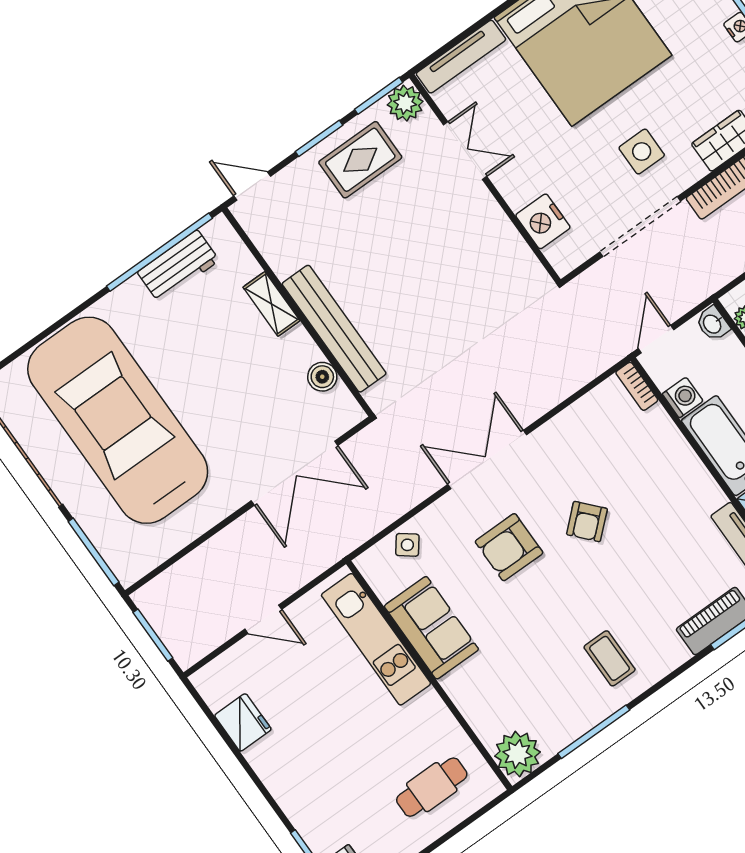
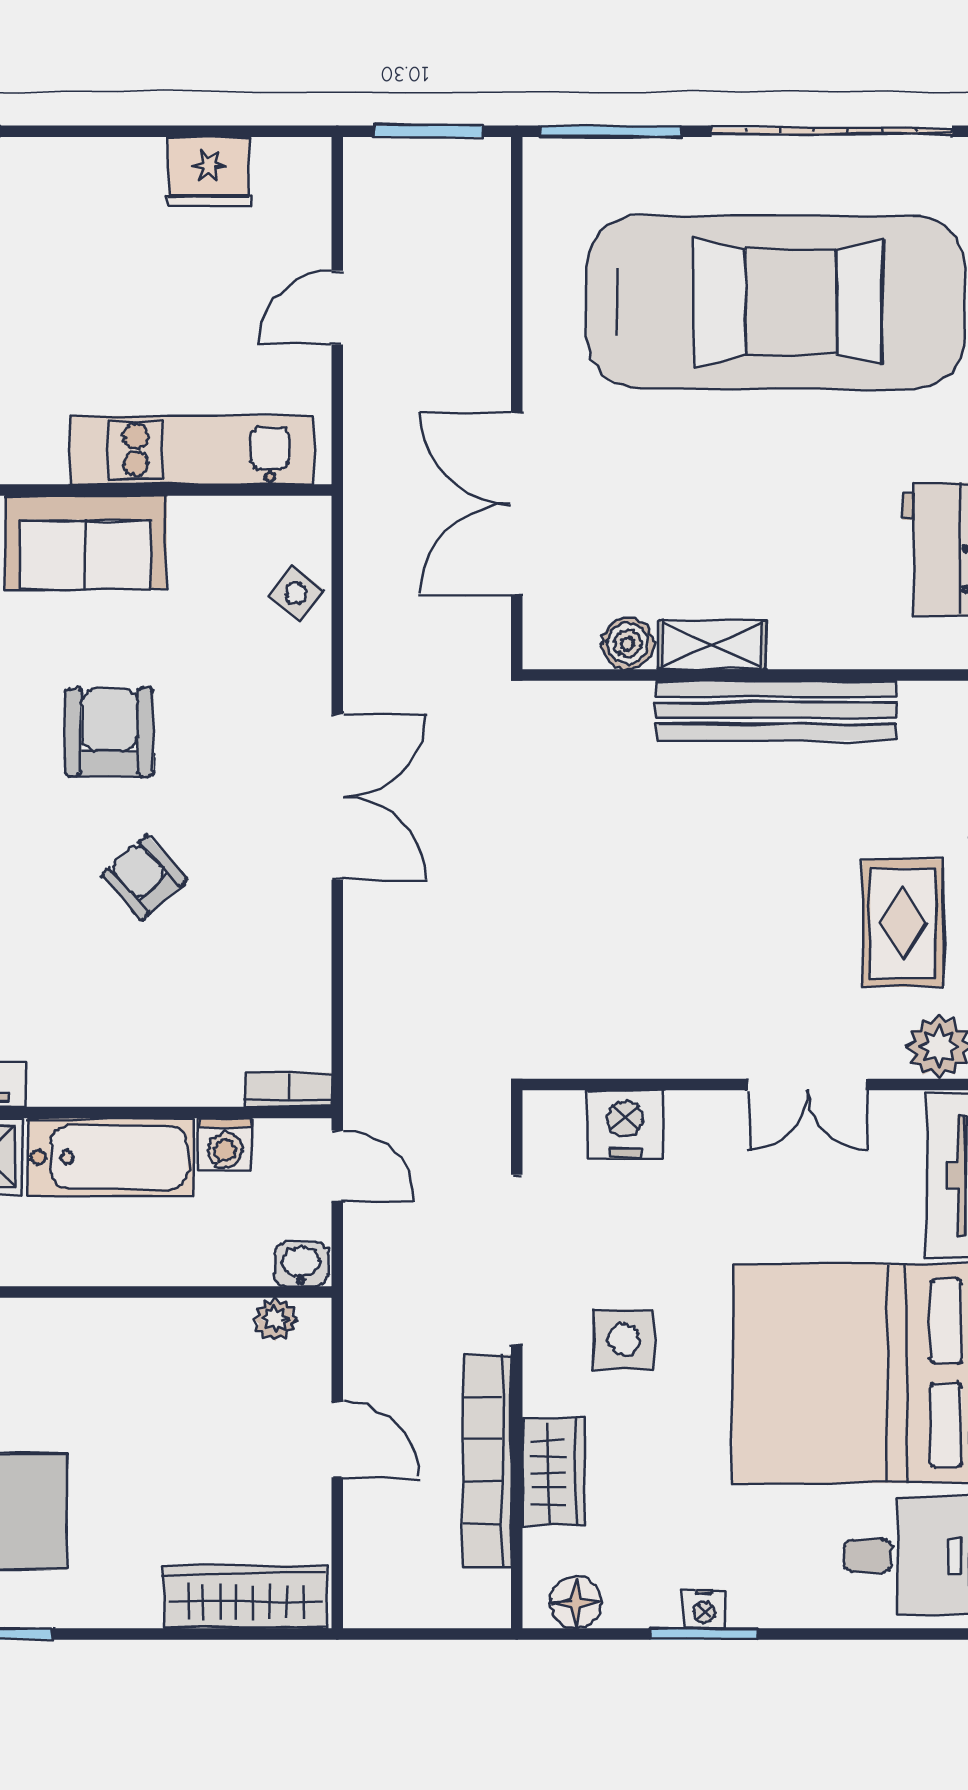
shelving: (271, 304) -> (712, 645), moved
bench: (334, 329) -> (776, 711), moved
armchair: (509, 547) -> (109, 732), moved
sofa: (431, 628) -> (86, 542), moved

